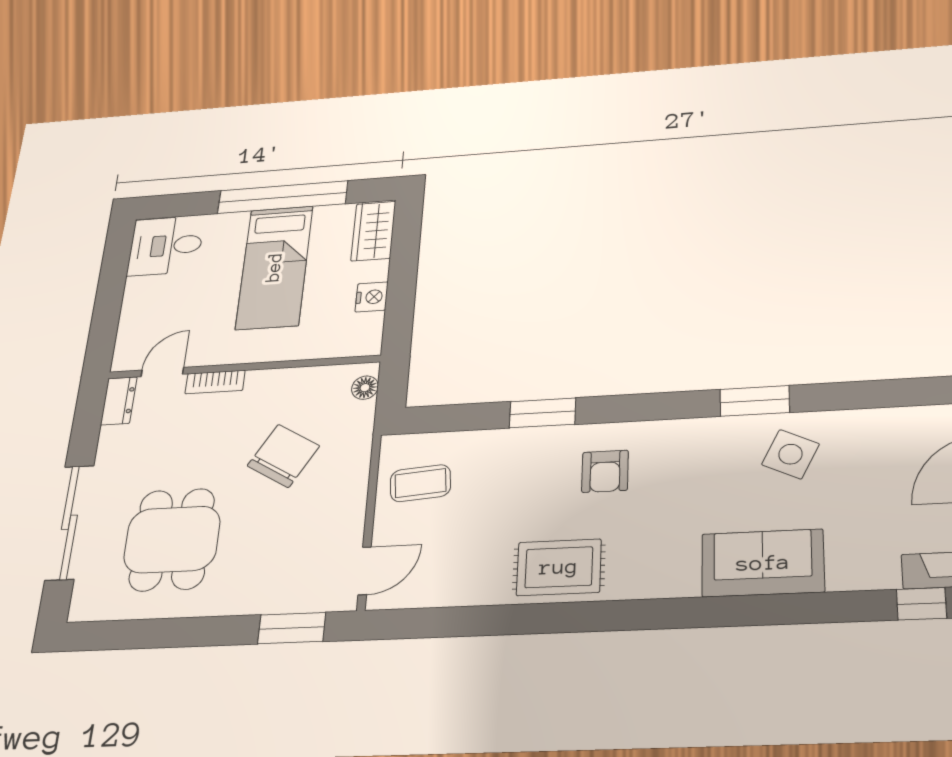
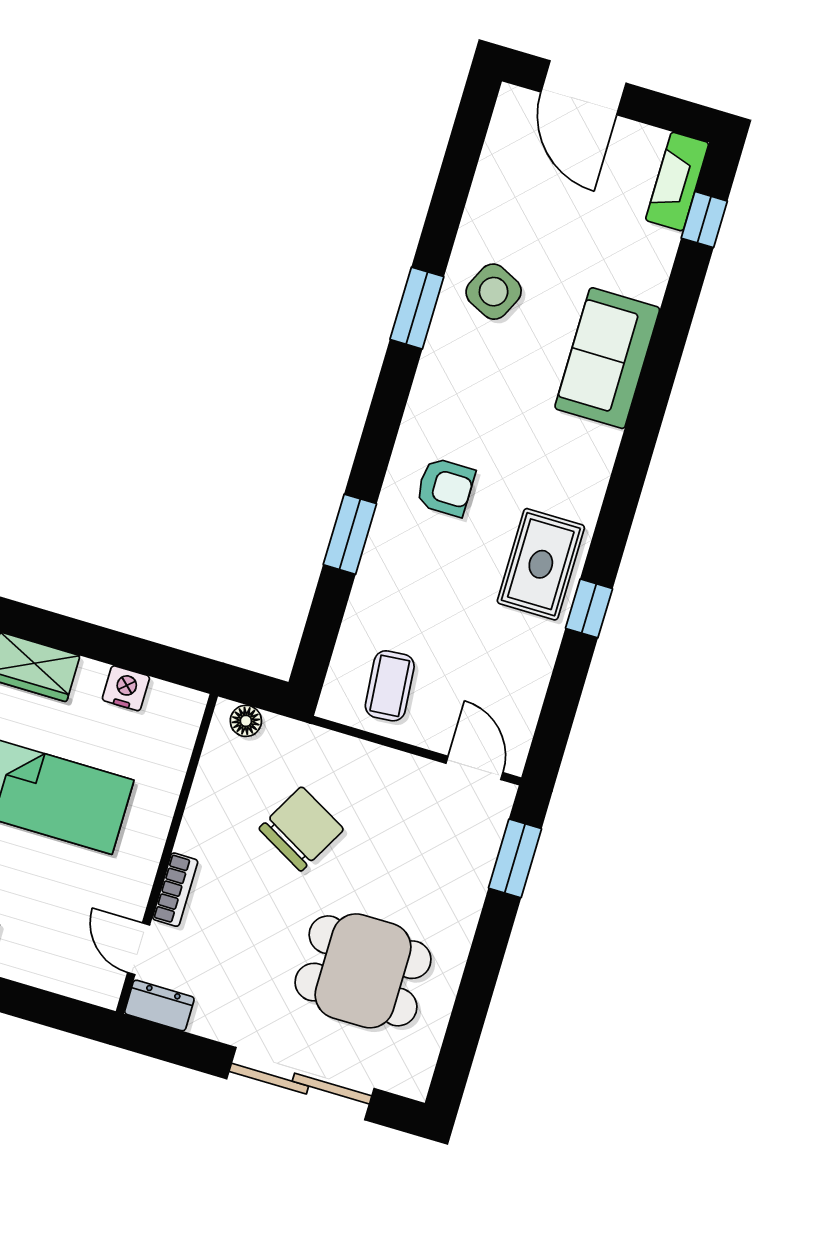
chair: (283, 456) -> (301, 829), turned 88
window: (530, 619) -> (589, 608), added

